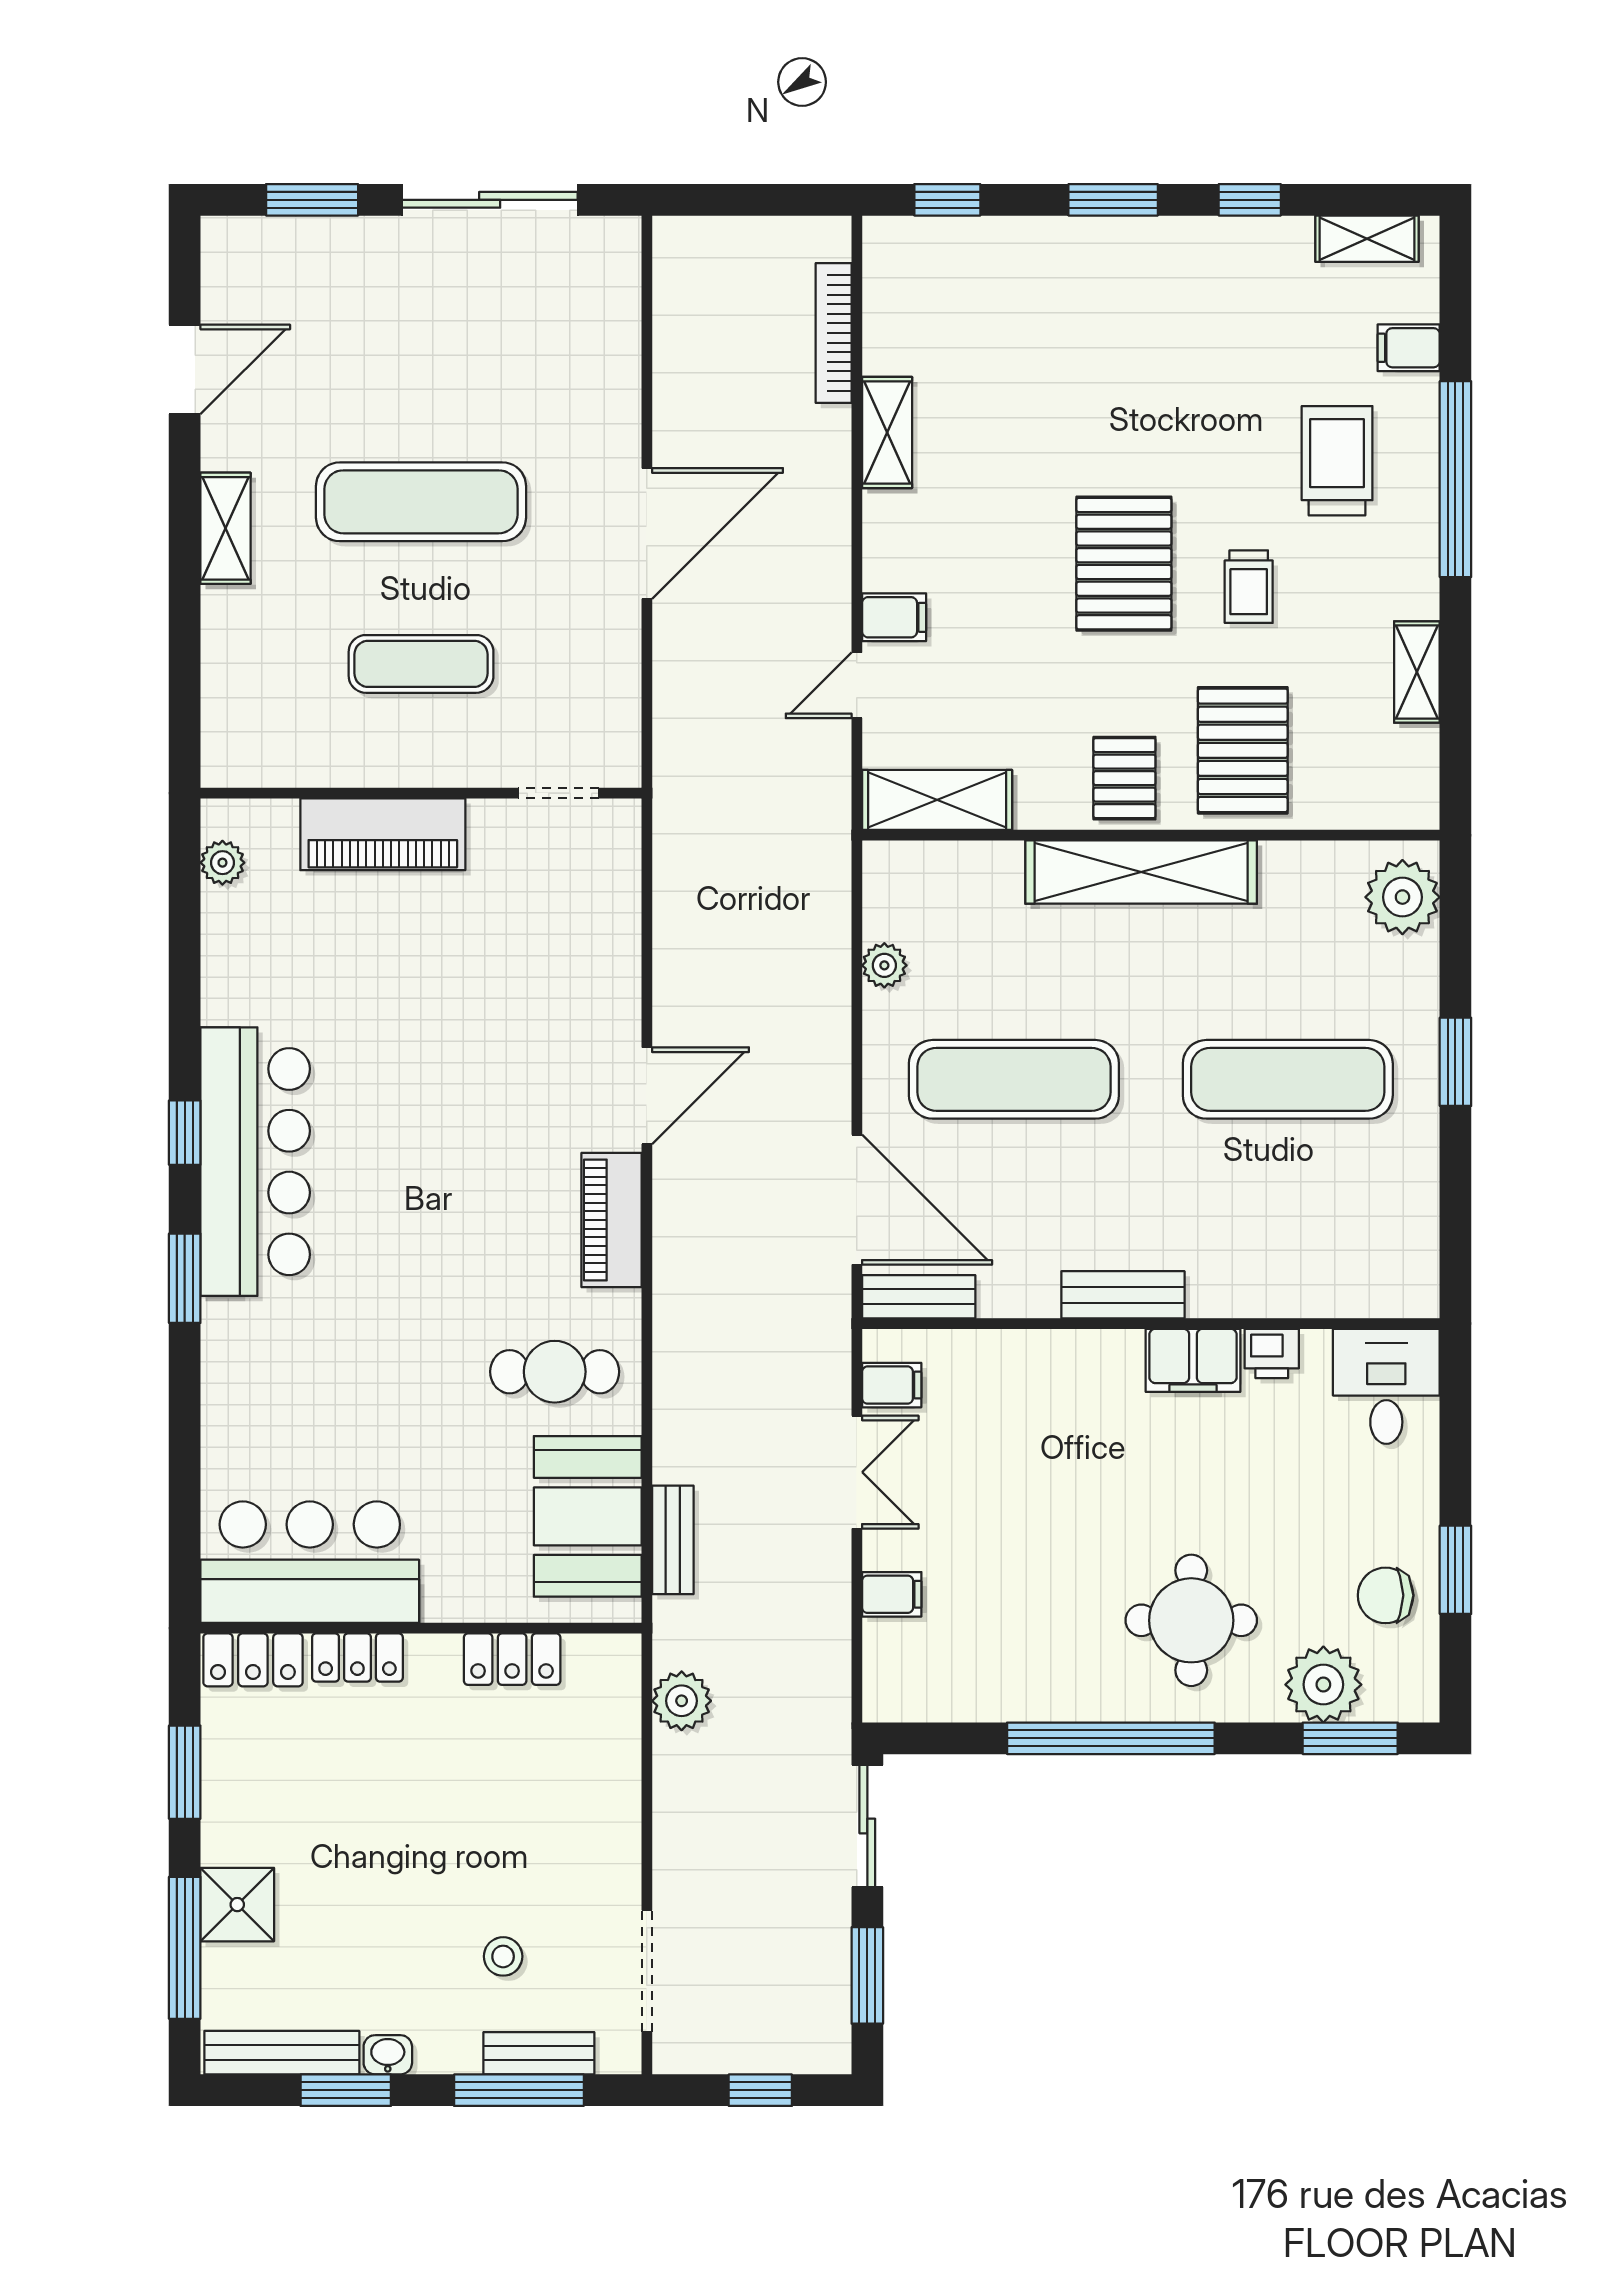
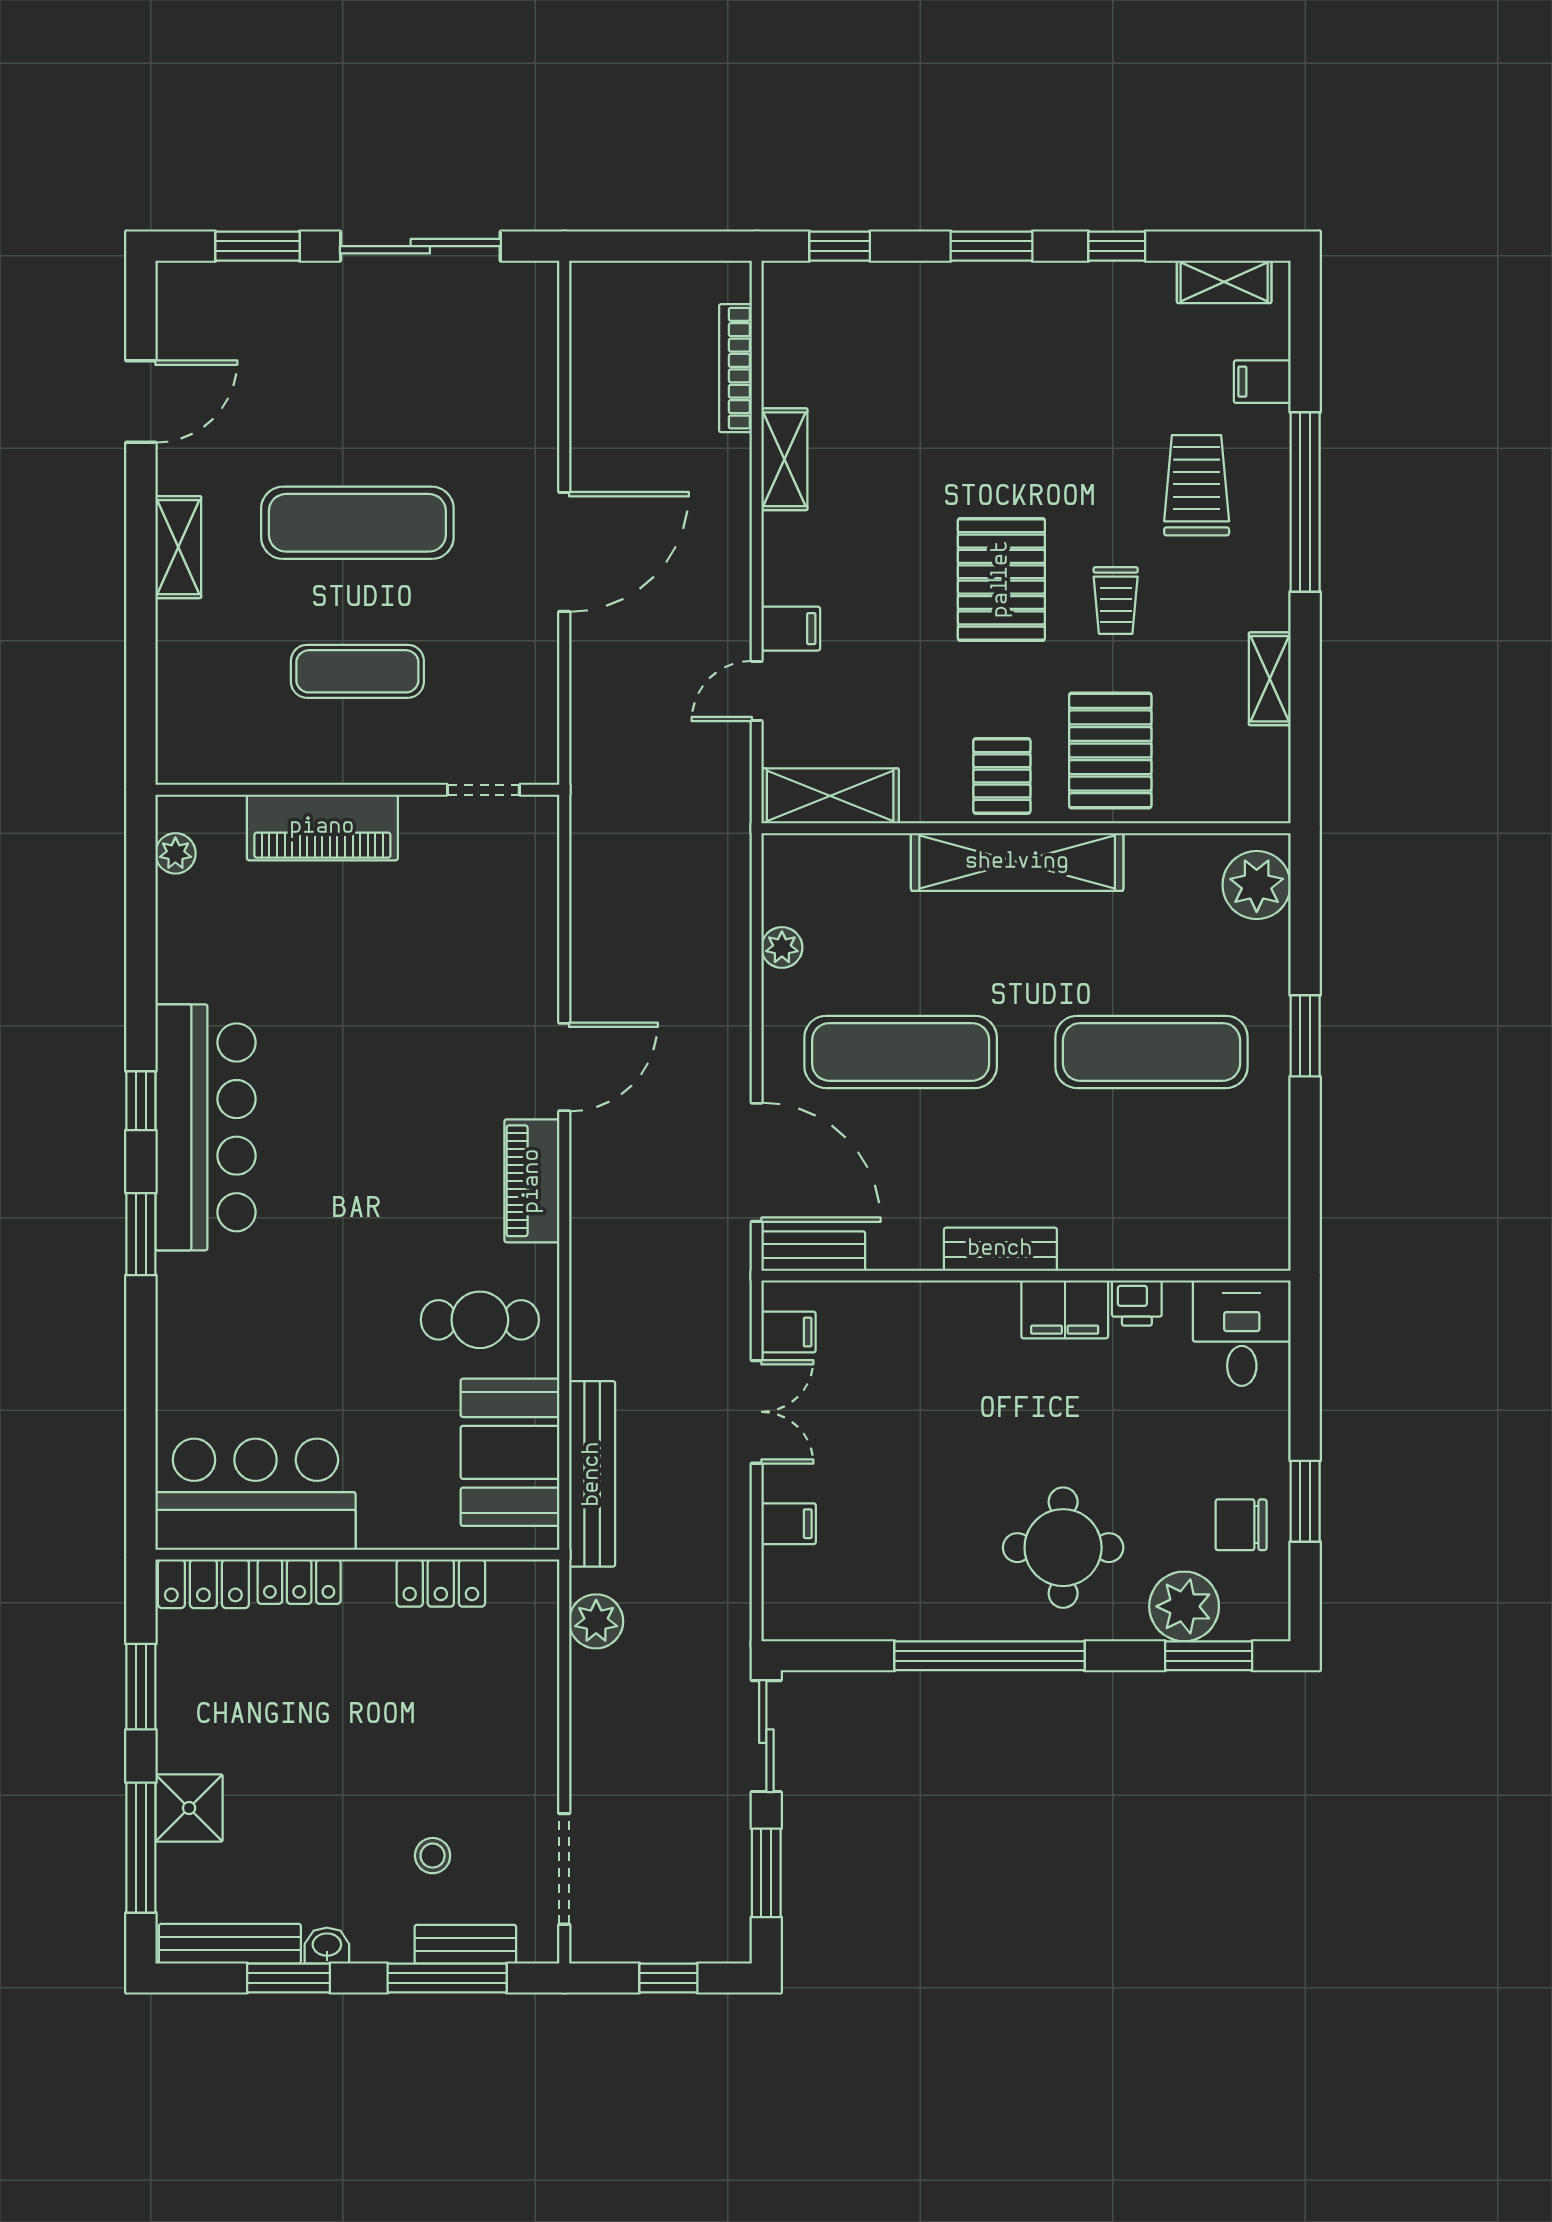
bench: (673, 1540) -> (592, 1474), width x1.86, depth x1.21

